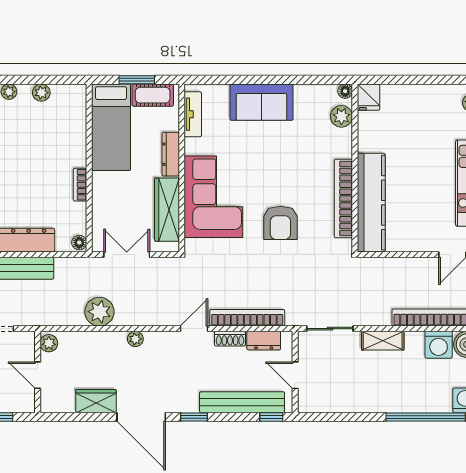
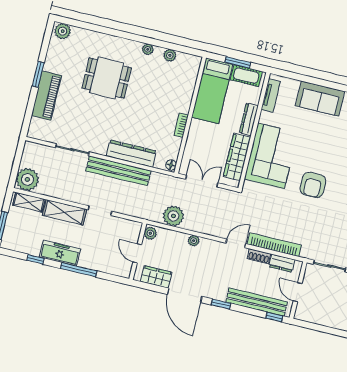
plant: (49, 343) -> (150, 233), moved
wall: (38, 372) -> (138, 251), moved
door: (38, 375) -> (137, 253), moved

